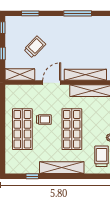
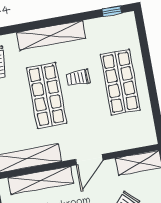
trolley: (44, 120) -> (78, 78), moved
window: (32, 176) -> (112, 11), moved

